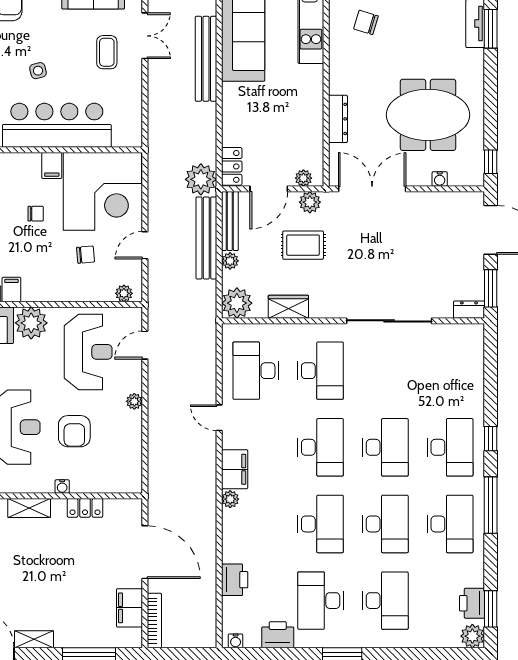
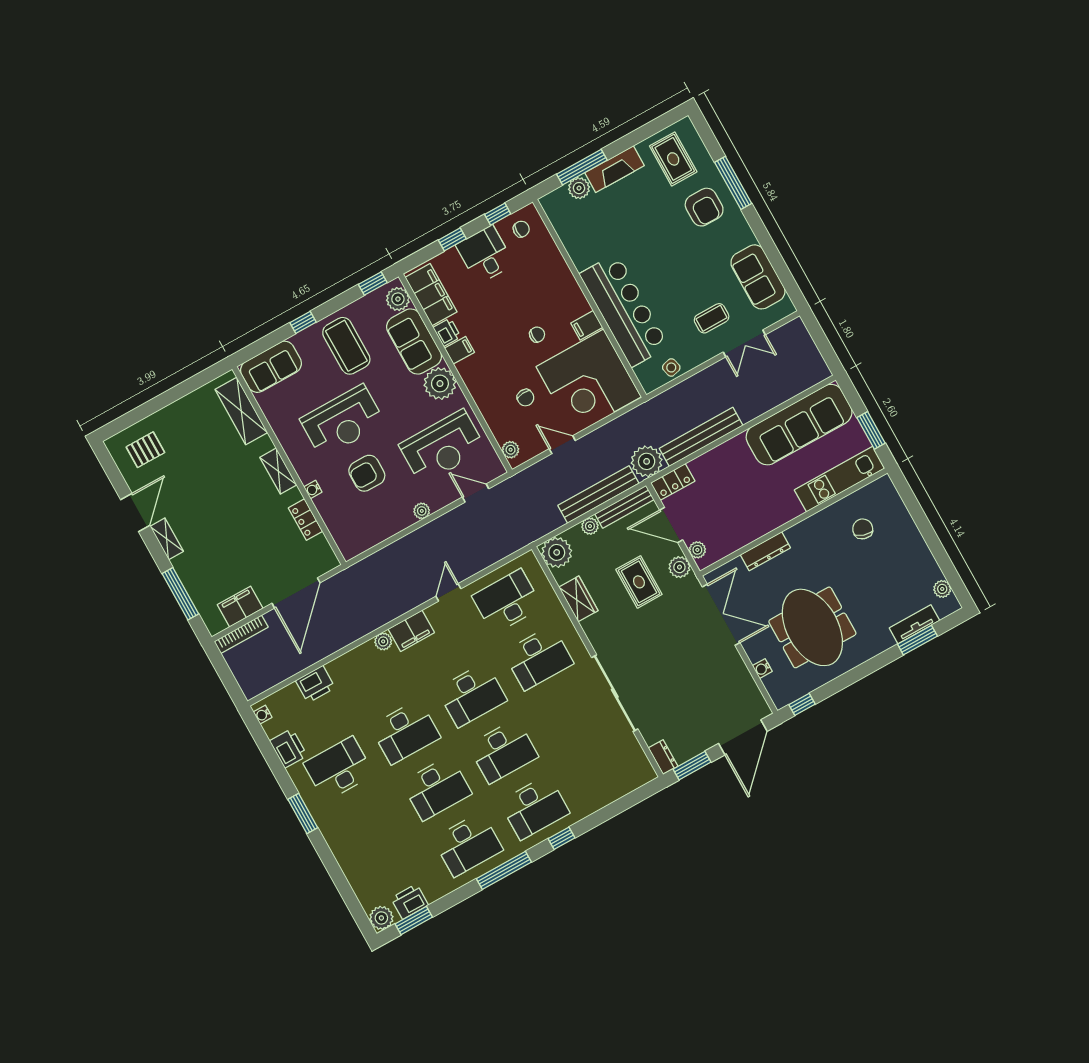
bench: (206, 59) -> (701, 437), moved
side table: (38, 71) -> (671, 367), moved
chair: (36, 214) -> (537, 335), turned -90
desk: (385, 601) -> (370, 825), removed

